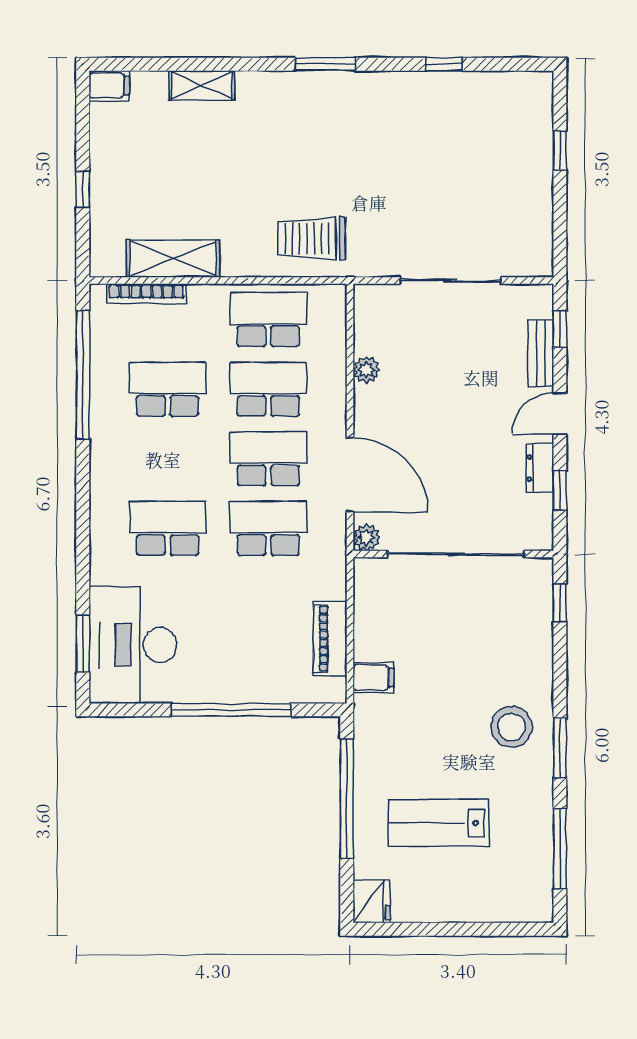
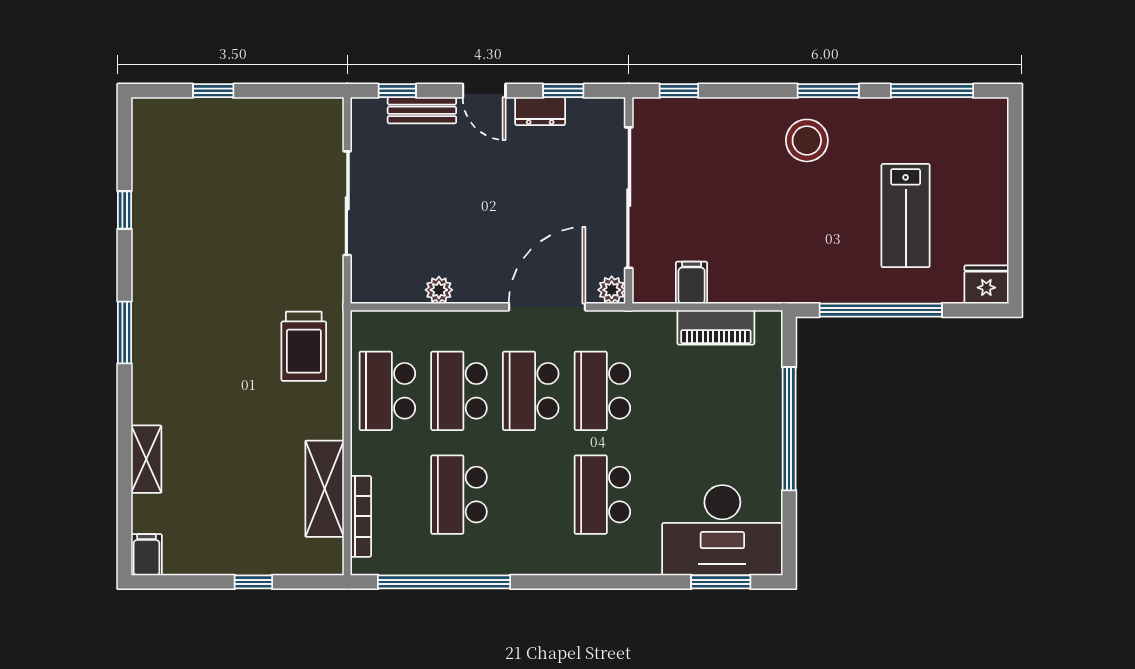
filing cabinet: (373, 678) -> (692, 283), moved

